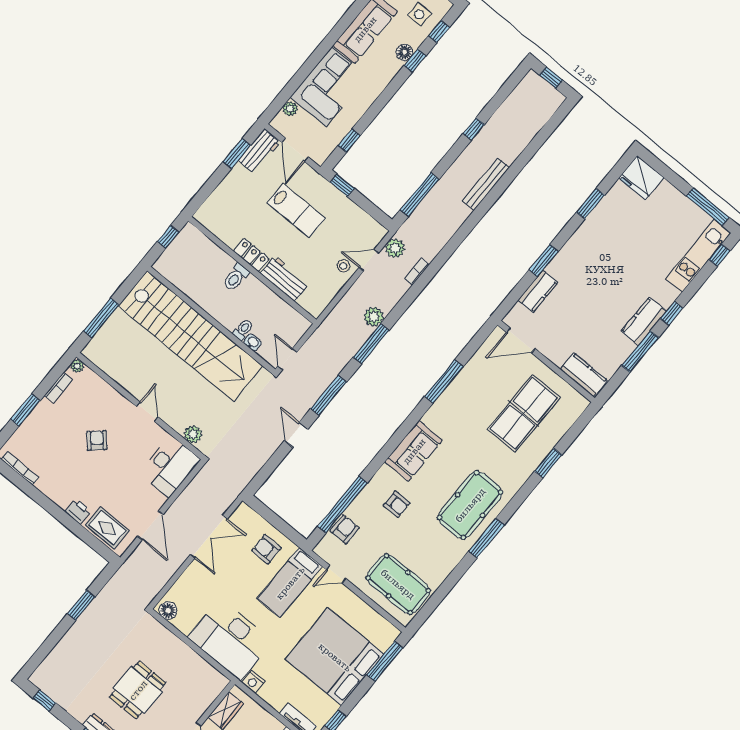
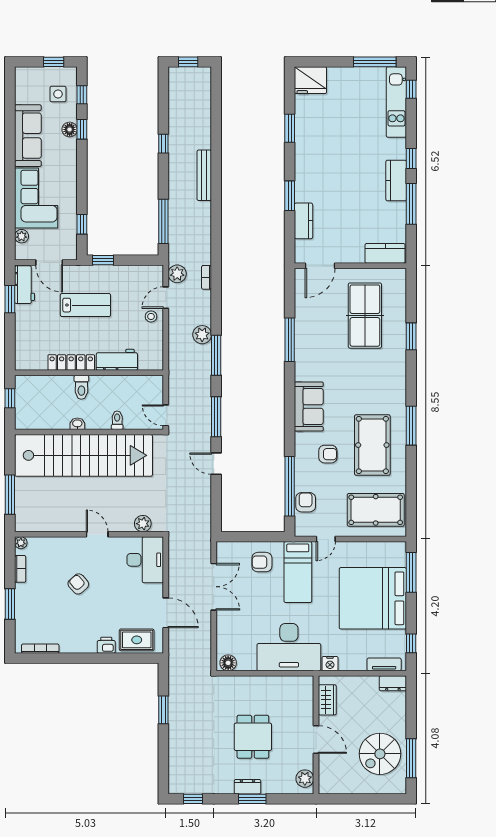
locker: (251, 255) -> (71, 362), width x1.53
washbasin: (253, 342) -> (77, 424), moved
pool table: (470, 505) -> (372, 445), moved

